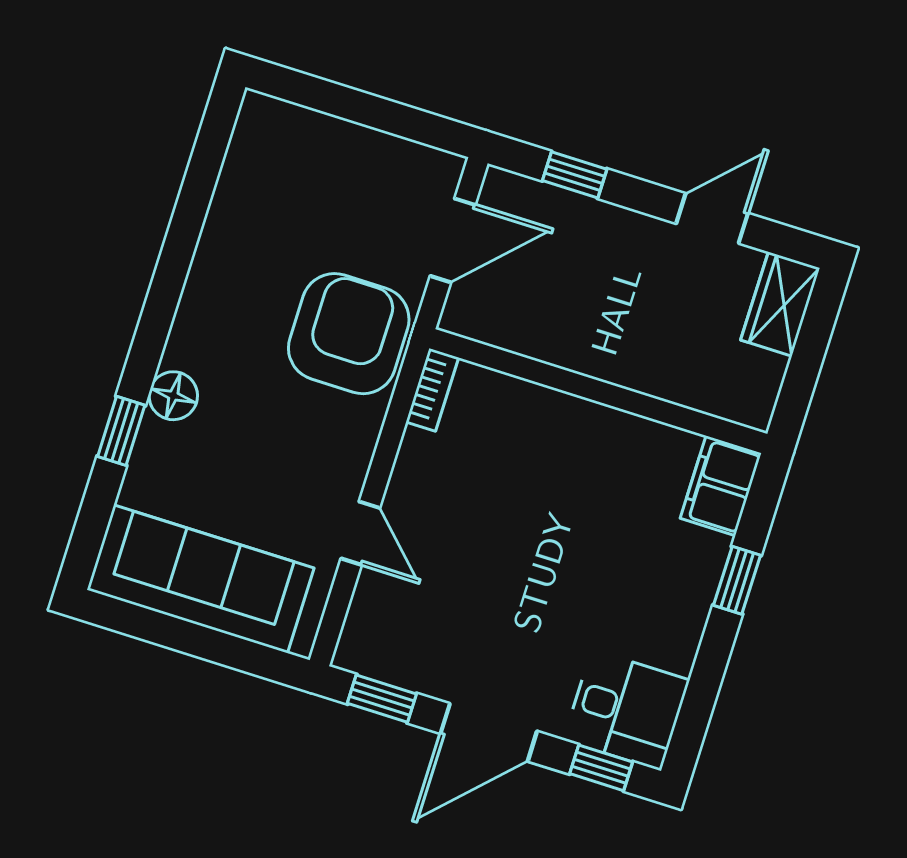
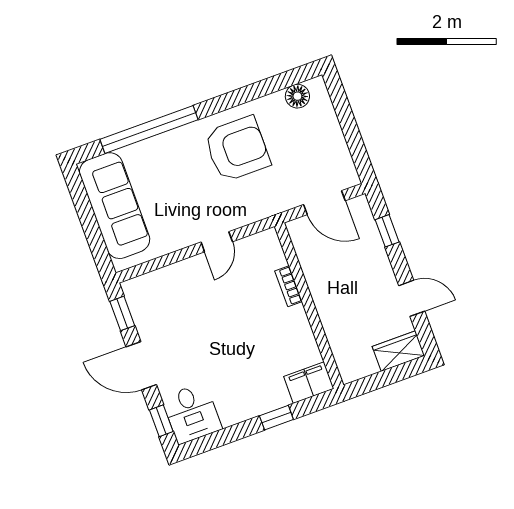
armchair: (349, 334) -> (237, 149), moved
bookcase: (432, 390) -> (289, 286), moved, turned 90
floor lamp: (173, 396) -> (297, 96), moved
window: (121, 431) -> (149, 130), width x3.17
door: (360, 533) -> (217, 242), moved

